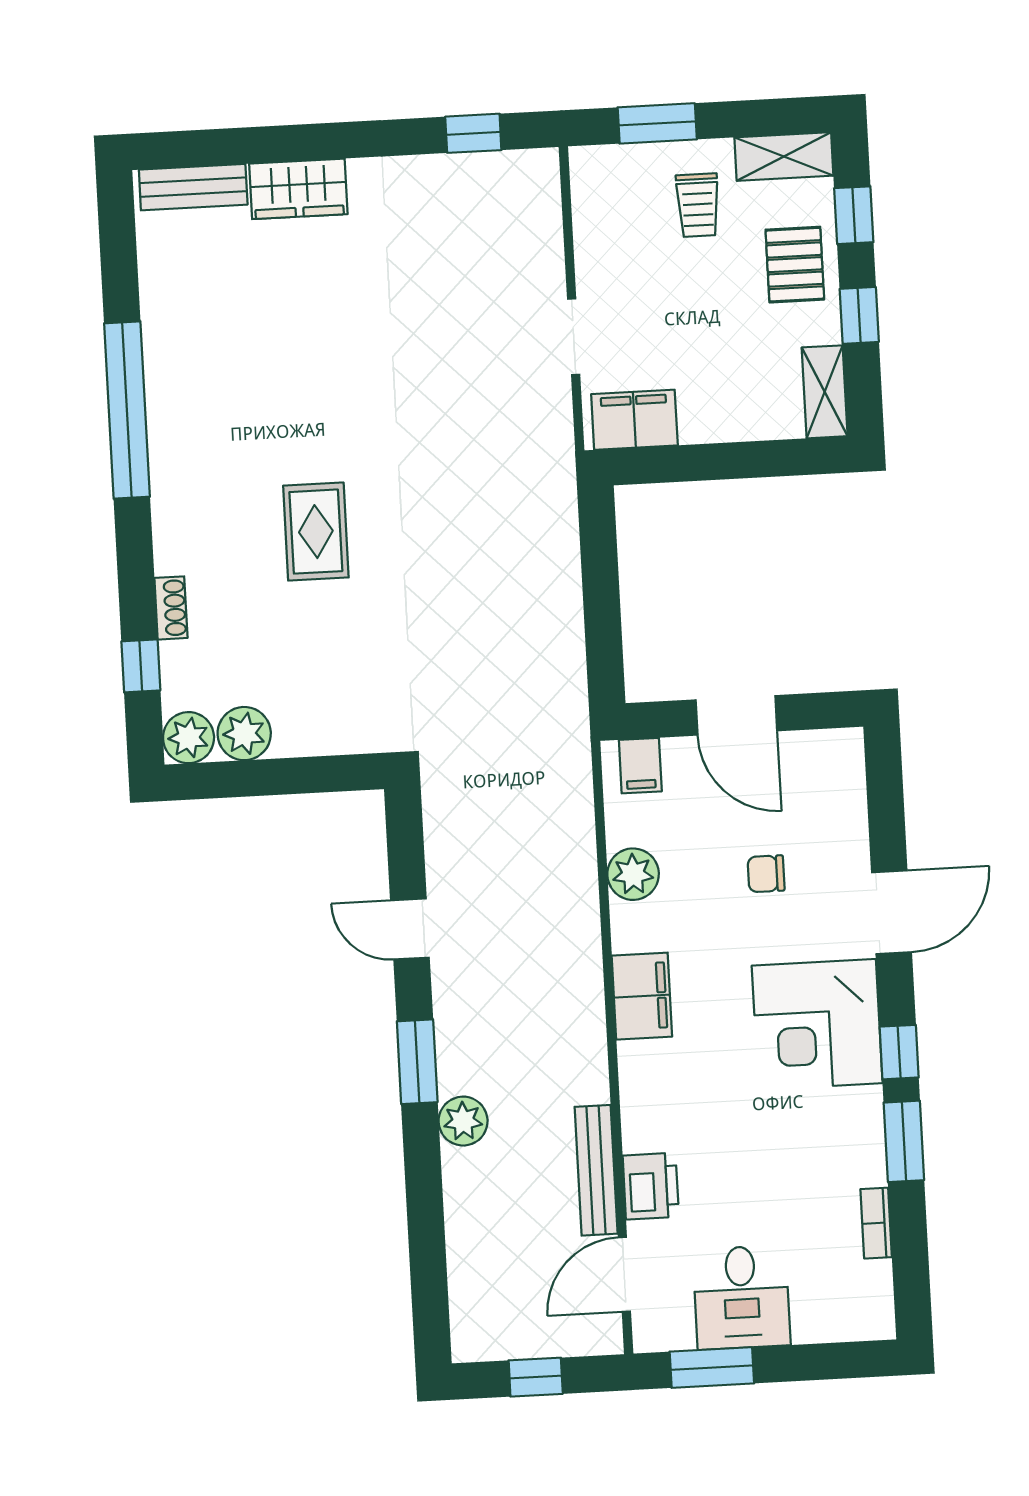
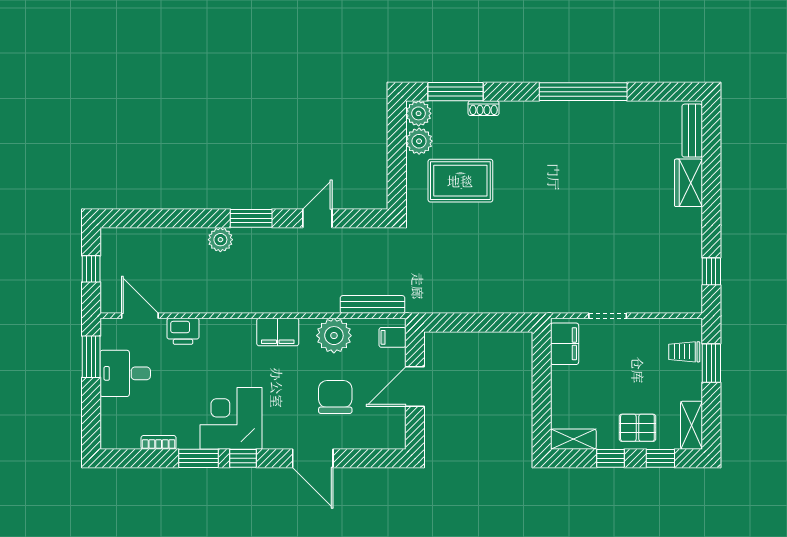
trolley: (698, 205) -> (684, 352), moved
rug: (316, 532) -> (460, 181), moved, width x1.36, depth x1.43
window: (141, 666) -> (455, 92), width x2.17
plant: (633, 874) -> (334, 336), width x1.36, depth x1.36
chair: (766, 874) -> (335, 397), width x1.87, depth x1.87
corner desk: (817, 1024) -> (231, 418), moved
bench: (596, 1170) -> (373, 304), moved

